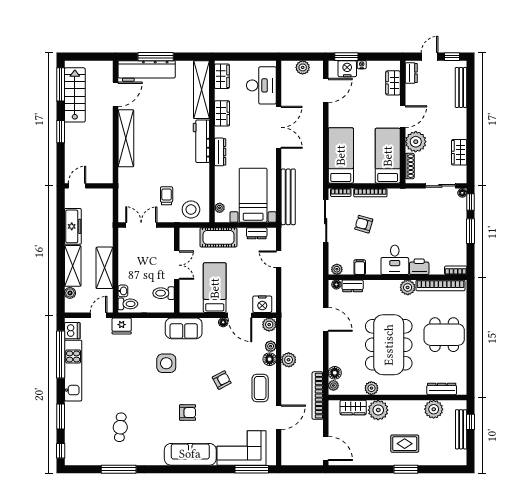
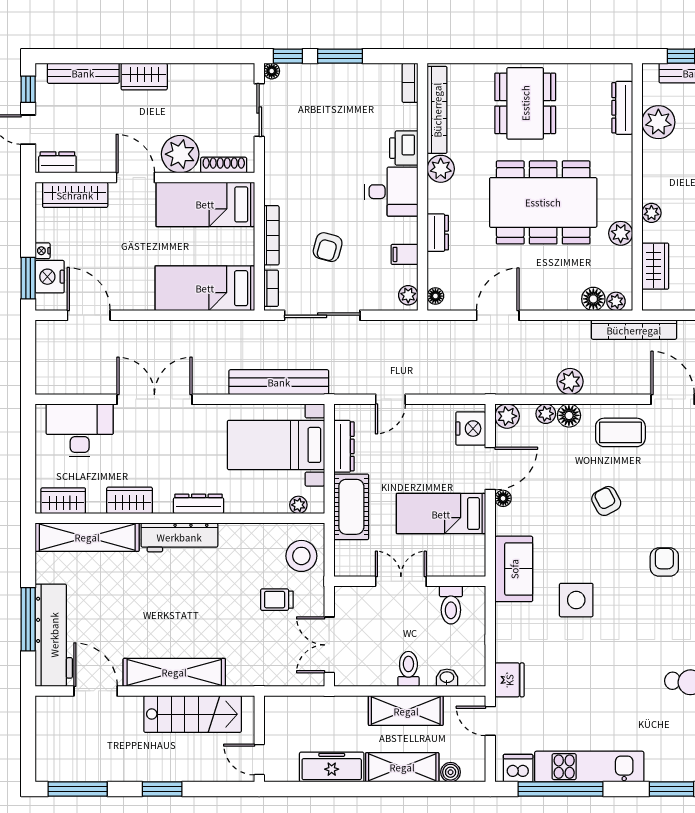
plant: (303, 67) -> (47, 356), removed
wardrobe: (393, 83) -> (75, 195), width x1.50
stairs: (75, 95) -> (193, 714), moved, turned 180
wardrobe: (459, 152) -> (144, 77), moved
dresser: (257, 233) -> (344, 446), width x1.44
dresser: (353, 286) -> (438, 233), moved
toilet: (128, 304) -> (408, 669), moved
plant: (378, 410) -> (651, 213), width x0.53, depth x0.53

